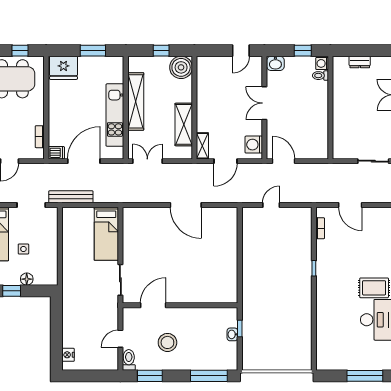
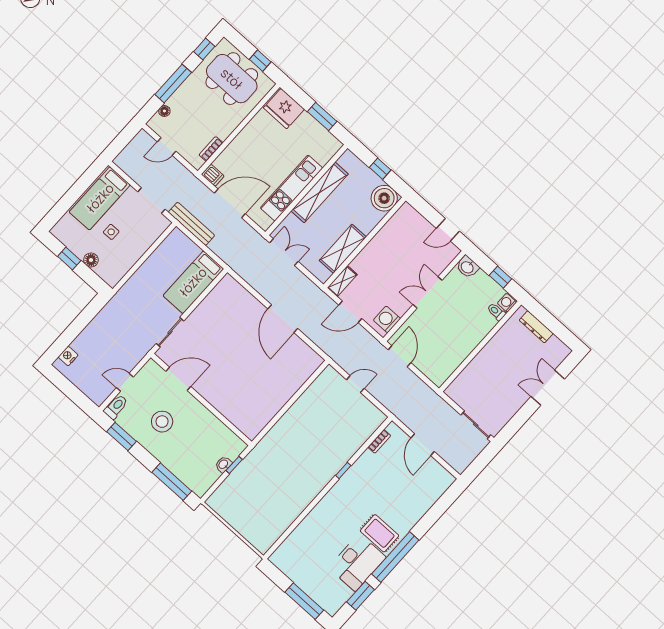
dresser: (360, 62) -> (536, 327), width x1.44

